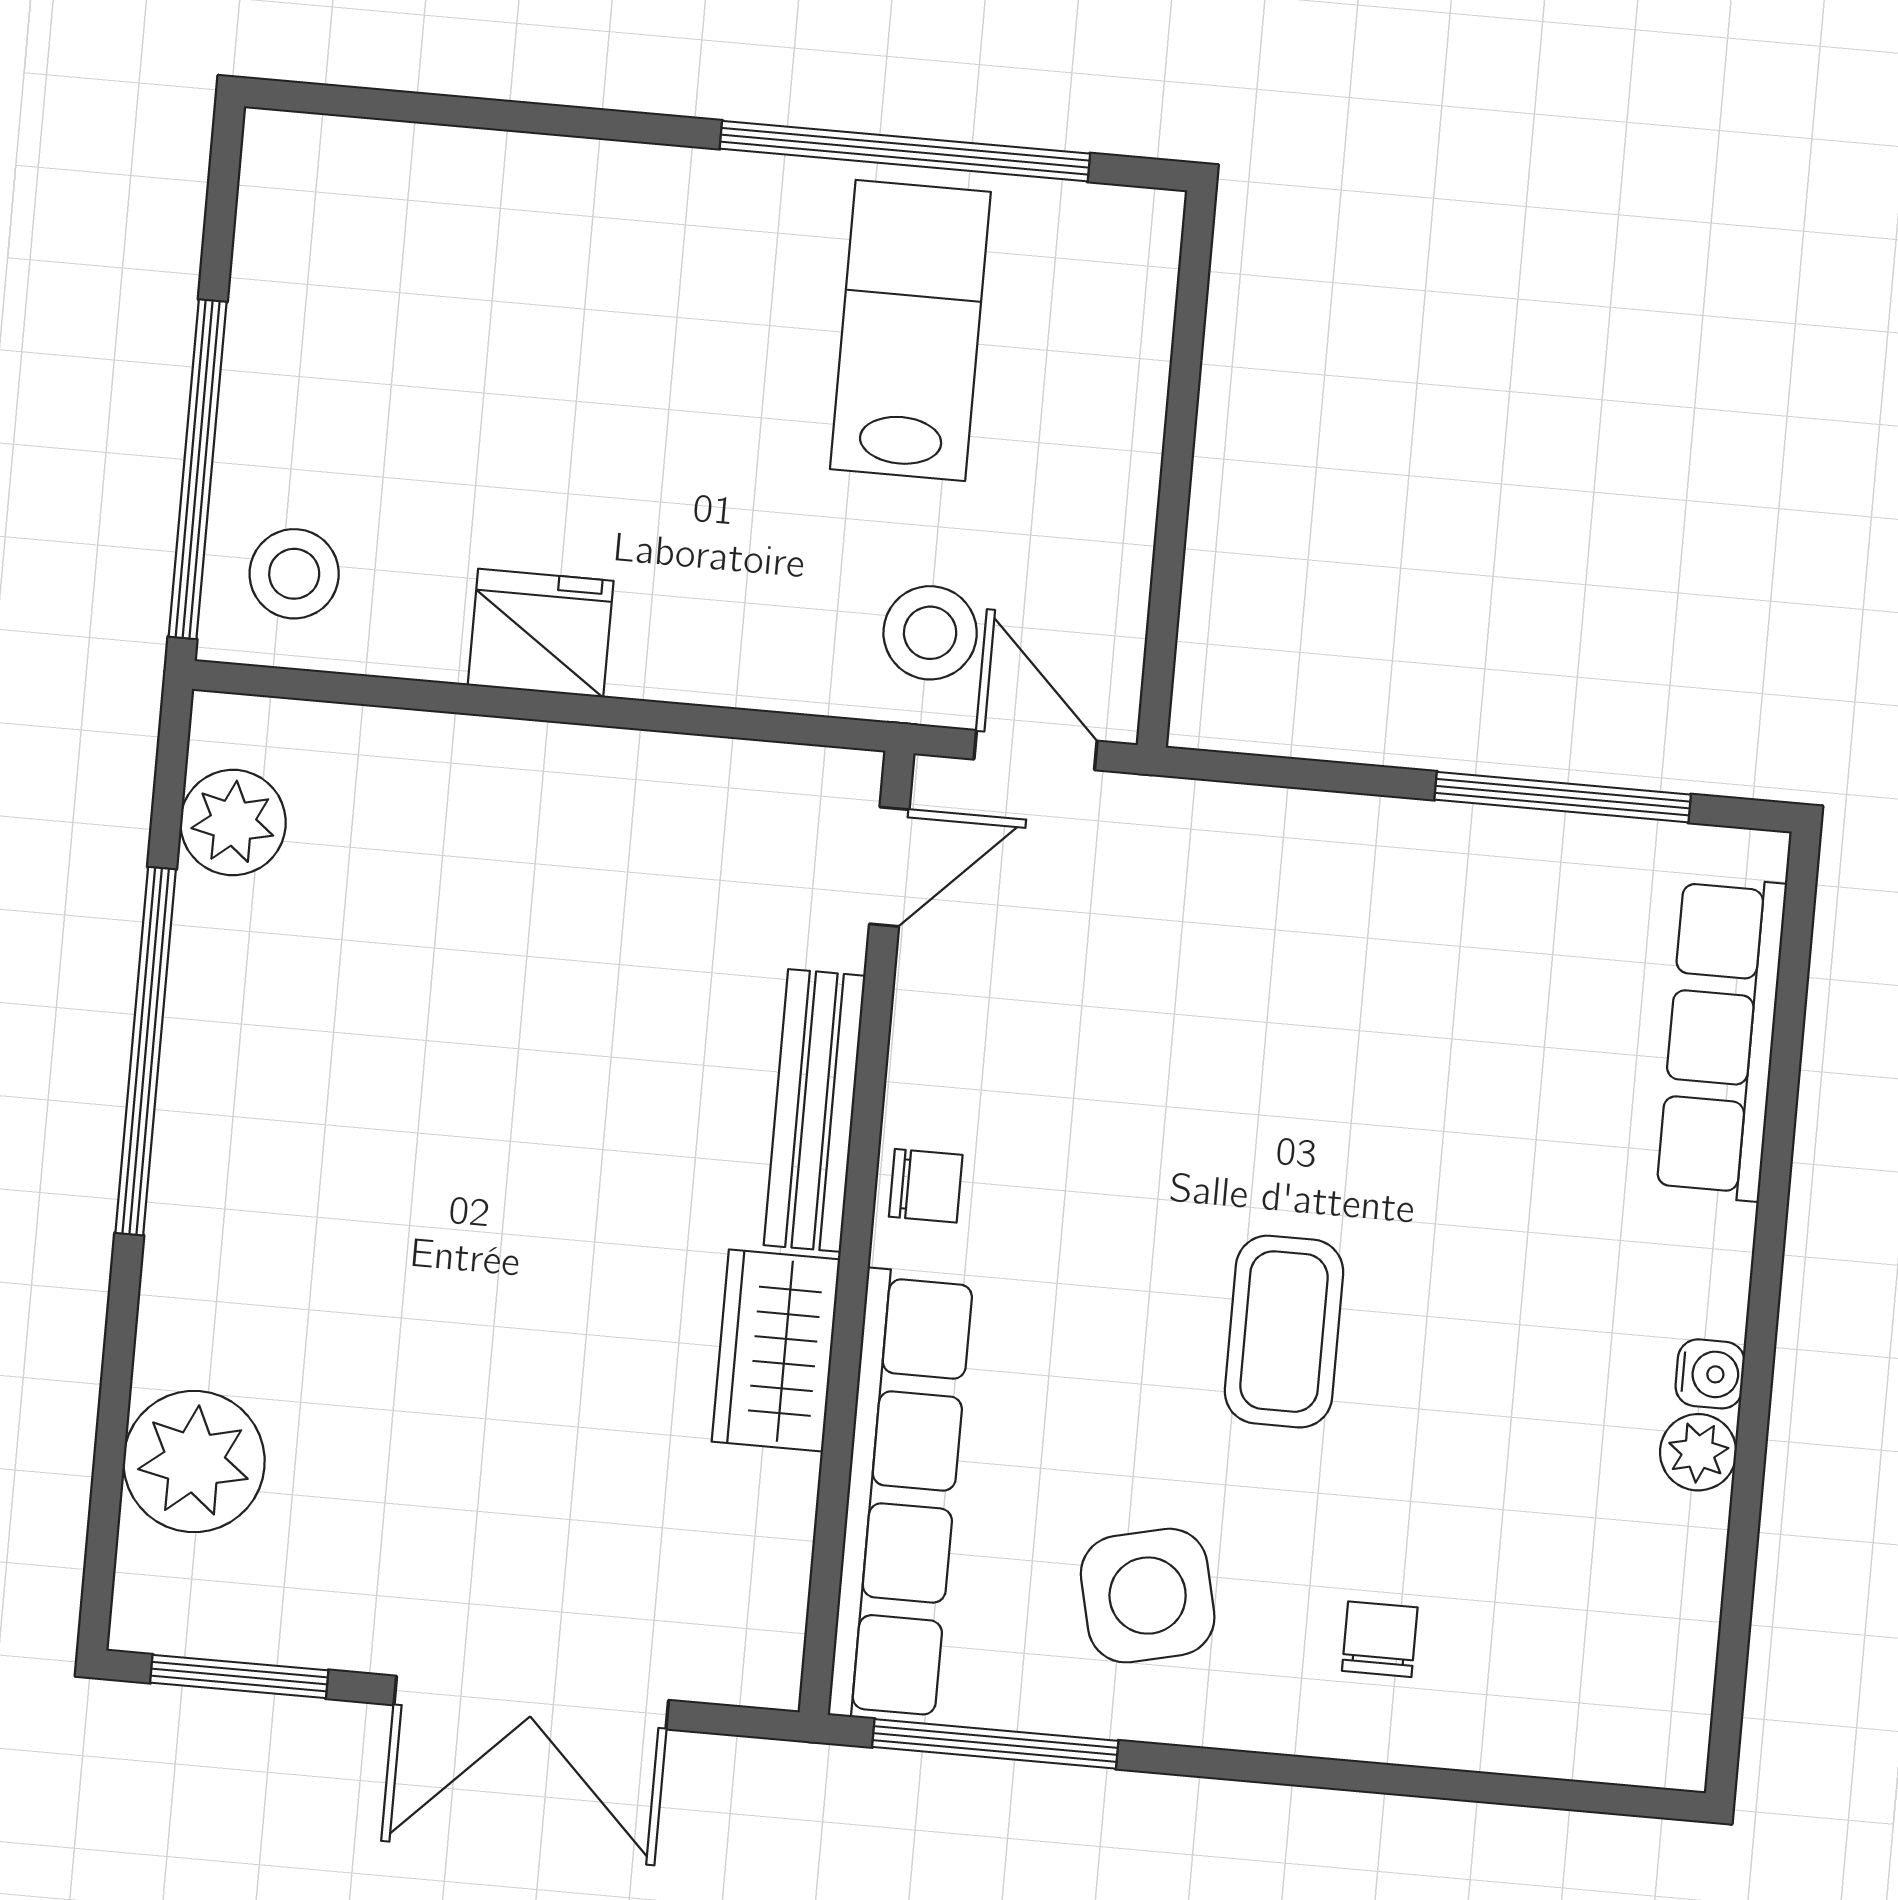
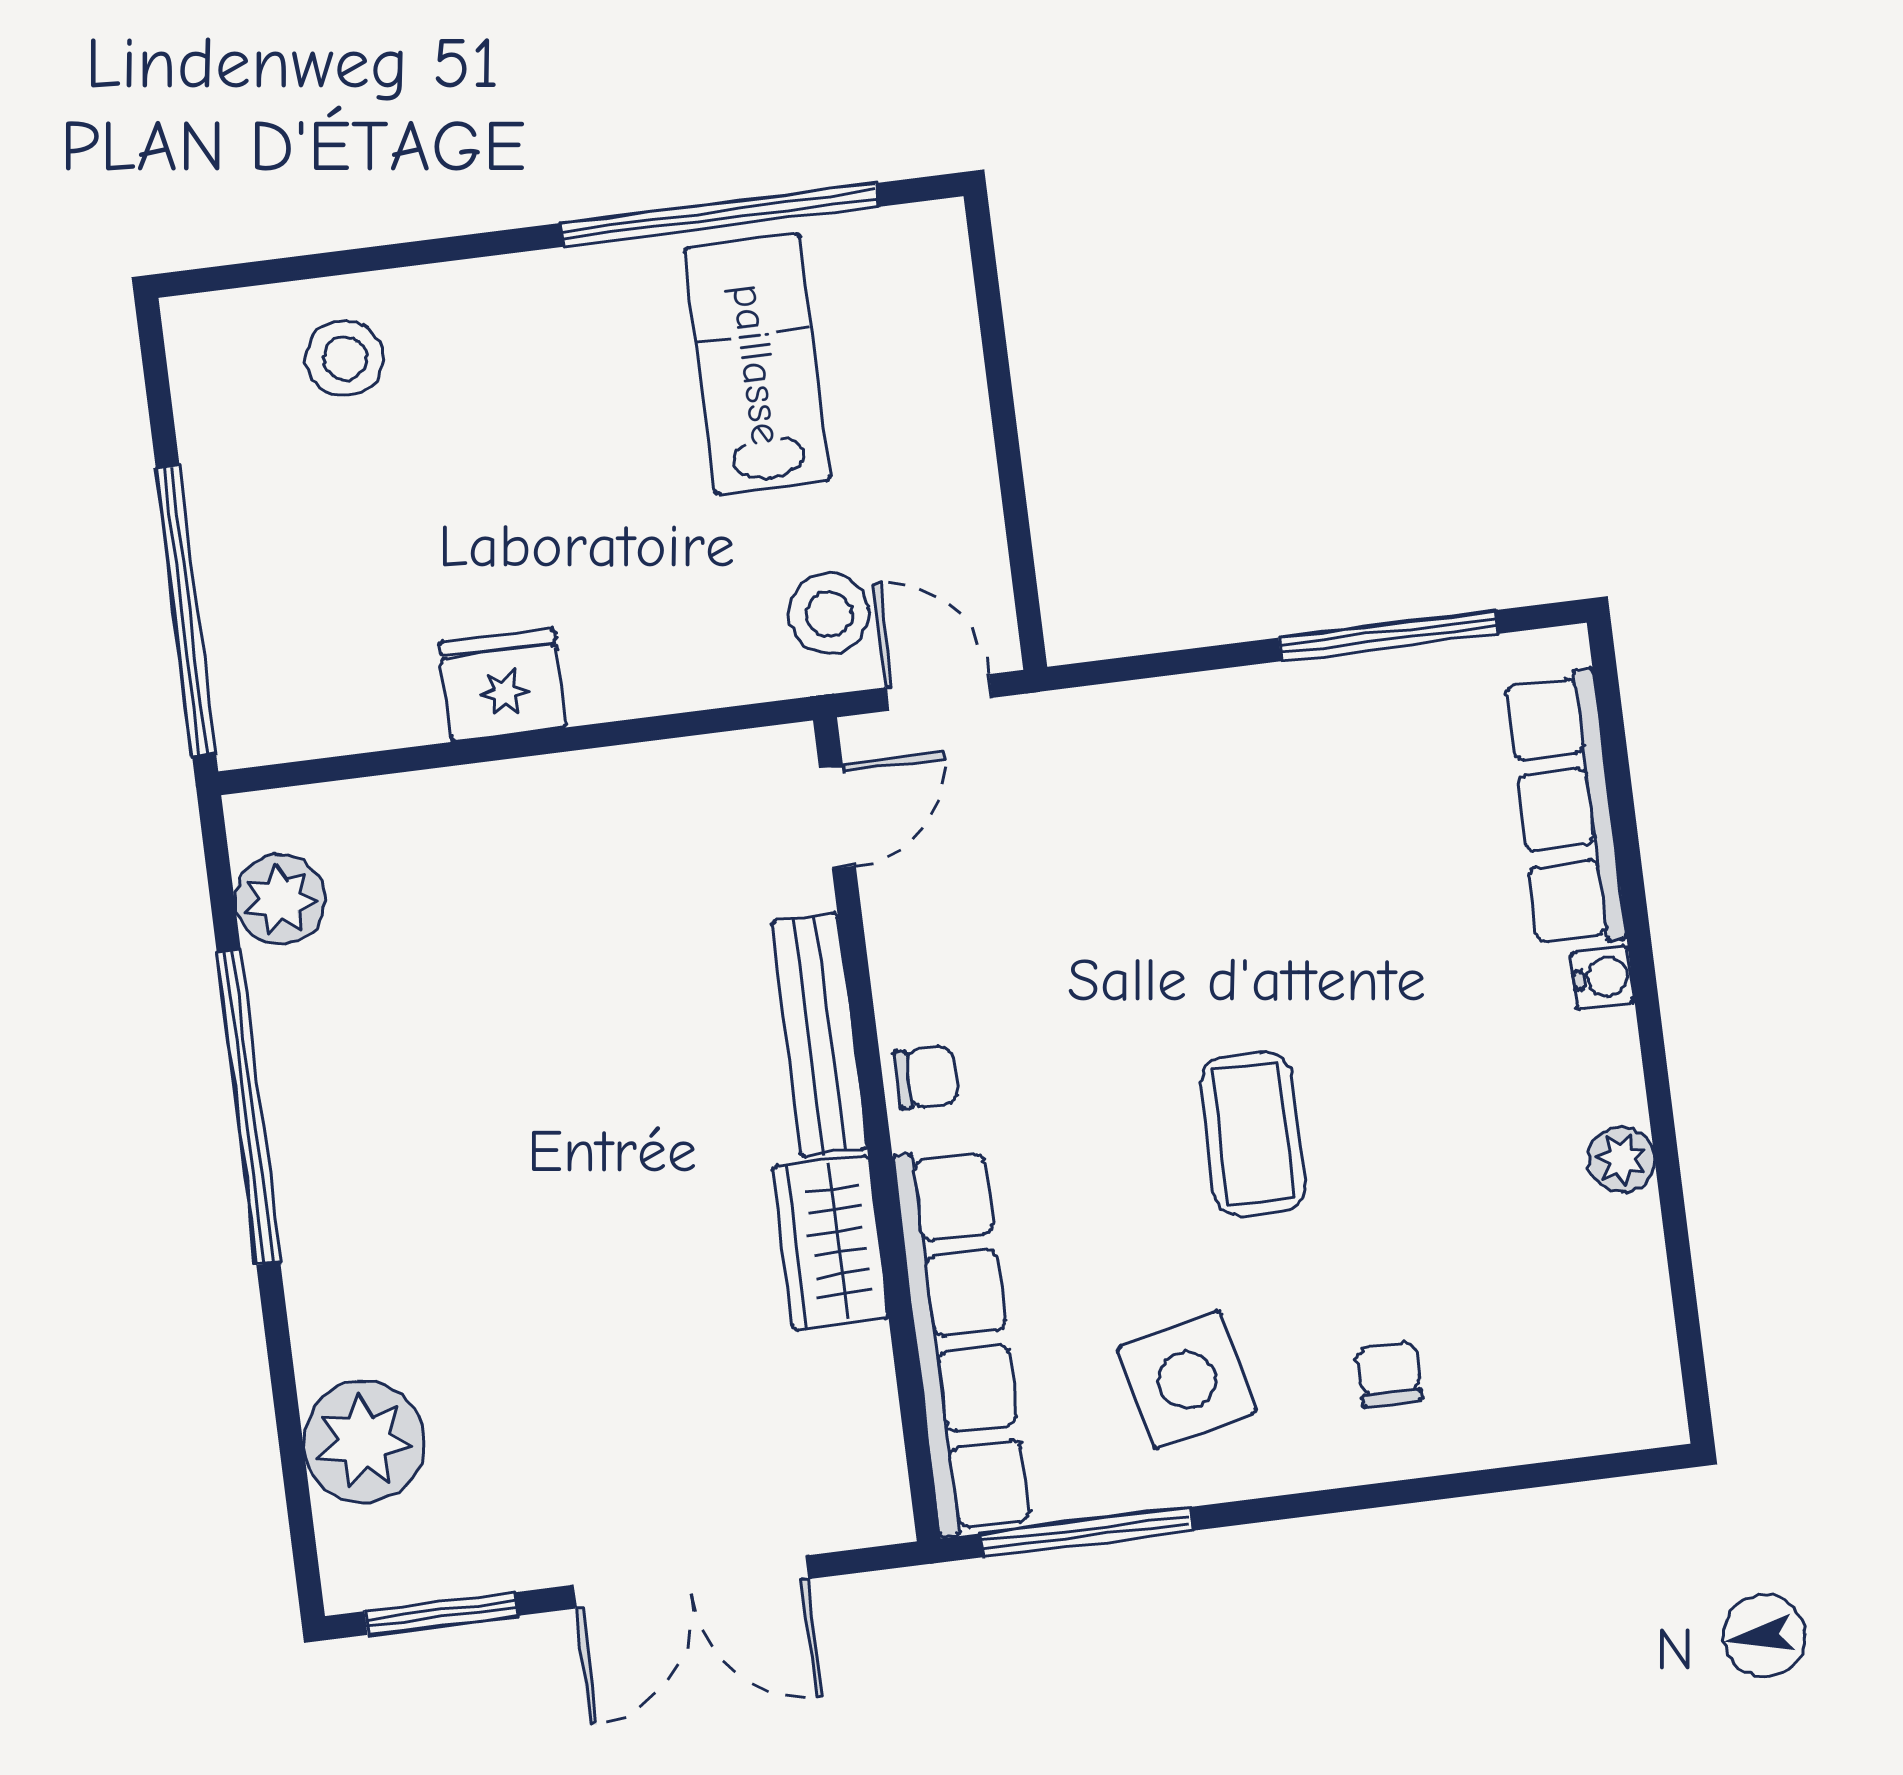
stool: (294, 574) -> (345, 358), moved
water cooler: (1710, 1374) -> (1603, 977), moved

